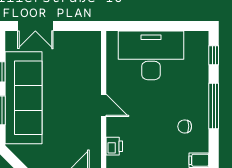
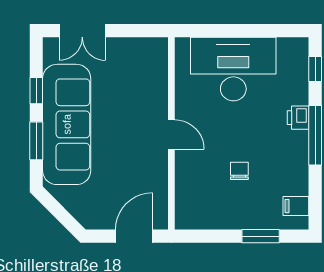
chair: (185, 126) -> (239, 171), moved, turned 90
printer: (114, 146) -> (298, 118), moved, turned 180

